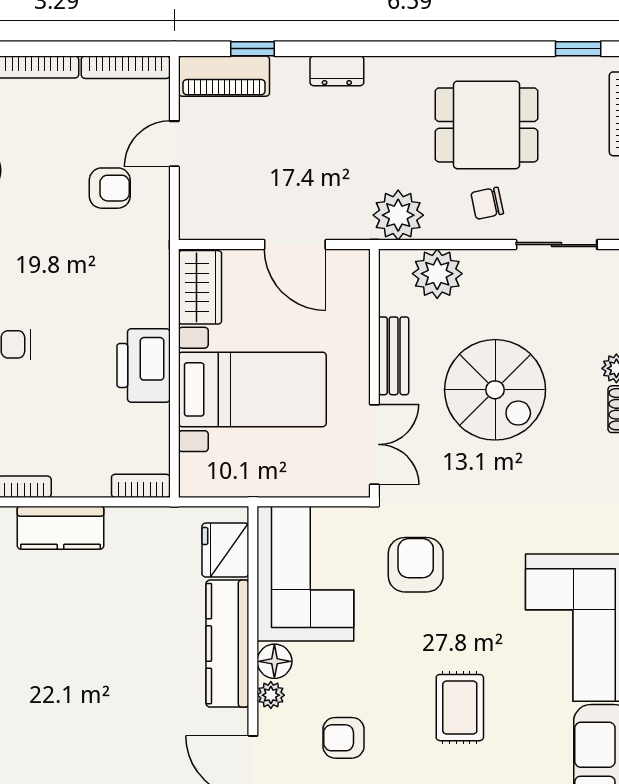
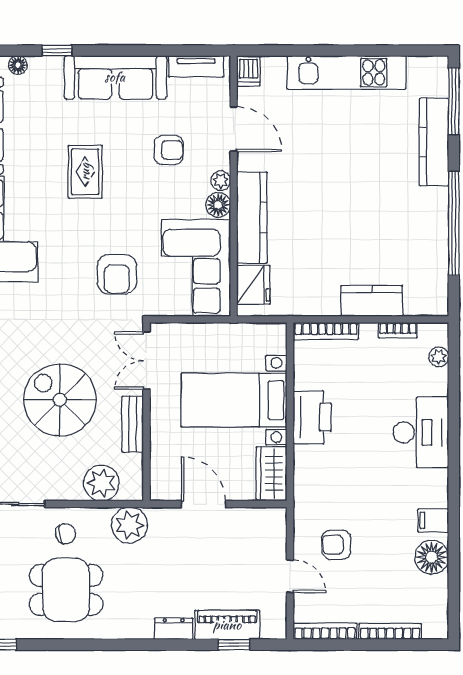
piano: (224, 76) -> (227, 625), moved
door: (174, 144) -> (290, 576), hinge flipped
bookcase: (141, 486) -> (326, 331), width x1.56

